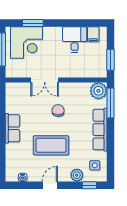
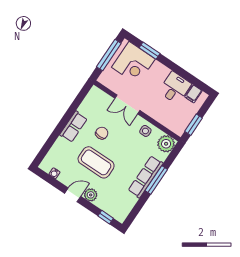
window: (111, 103) -> (156, 180), moved
chair: (58, 110) -> (102, 133), moved
side table: (95, 165) -> (145, 131), moved
plant: (77, 175) -> (91, 195), moved

